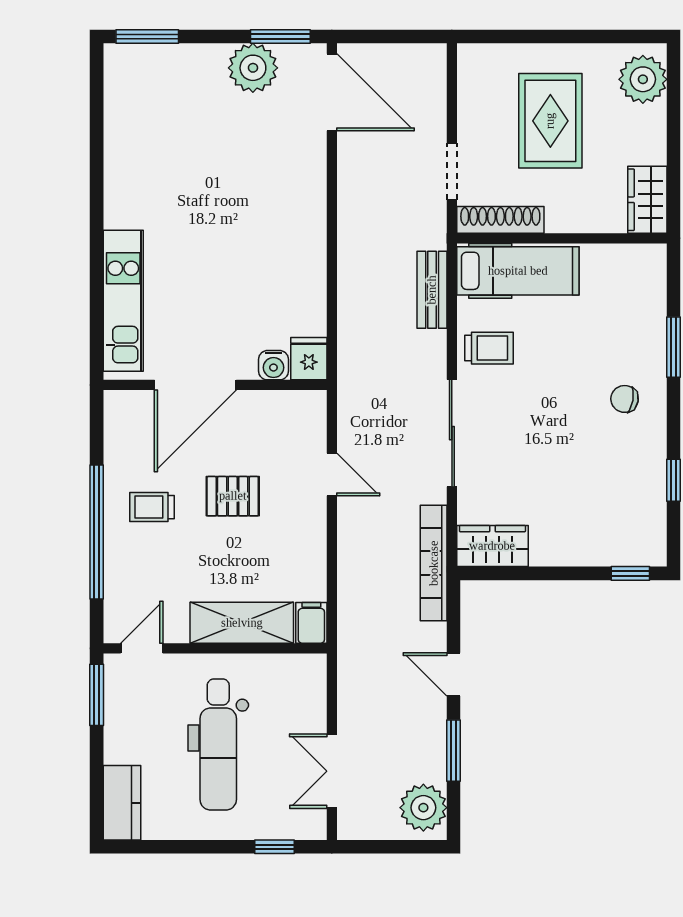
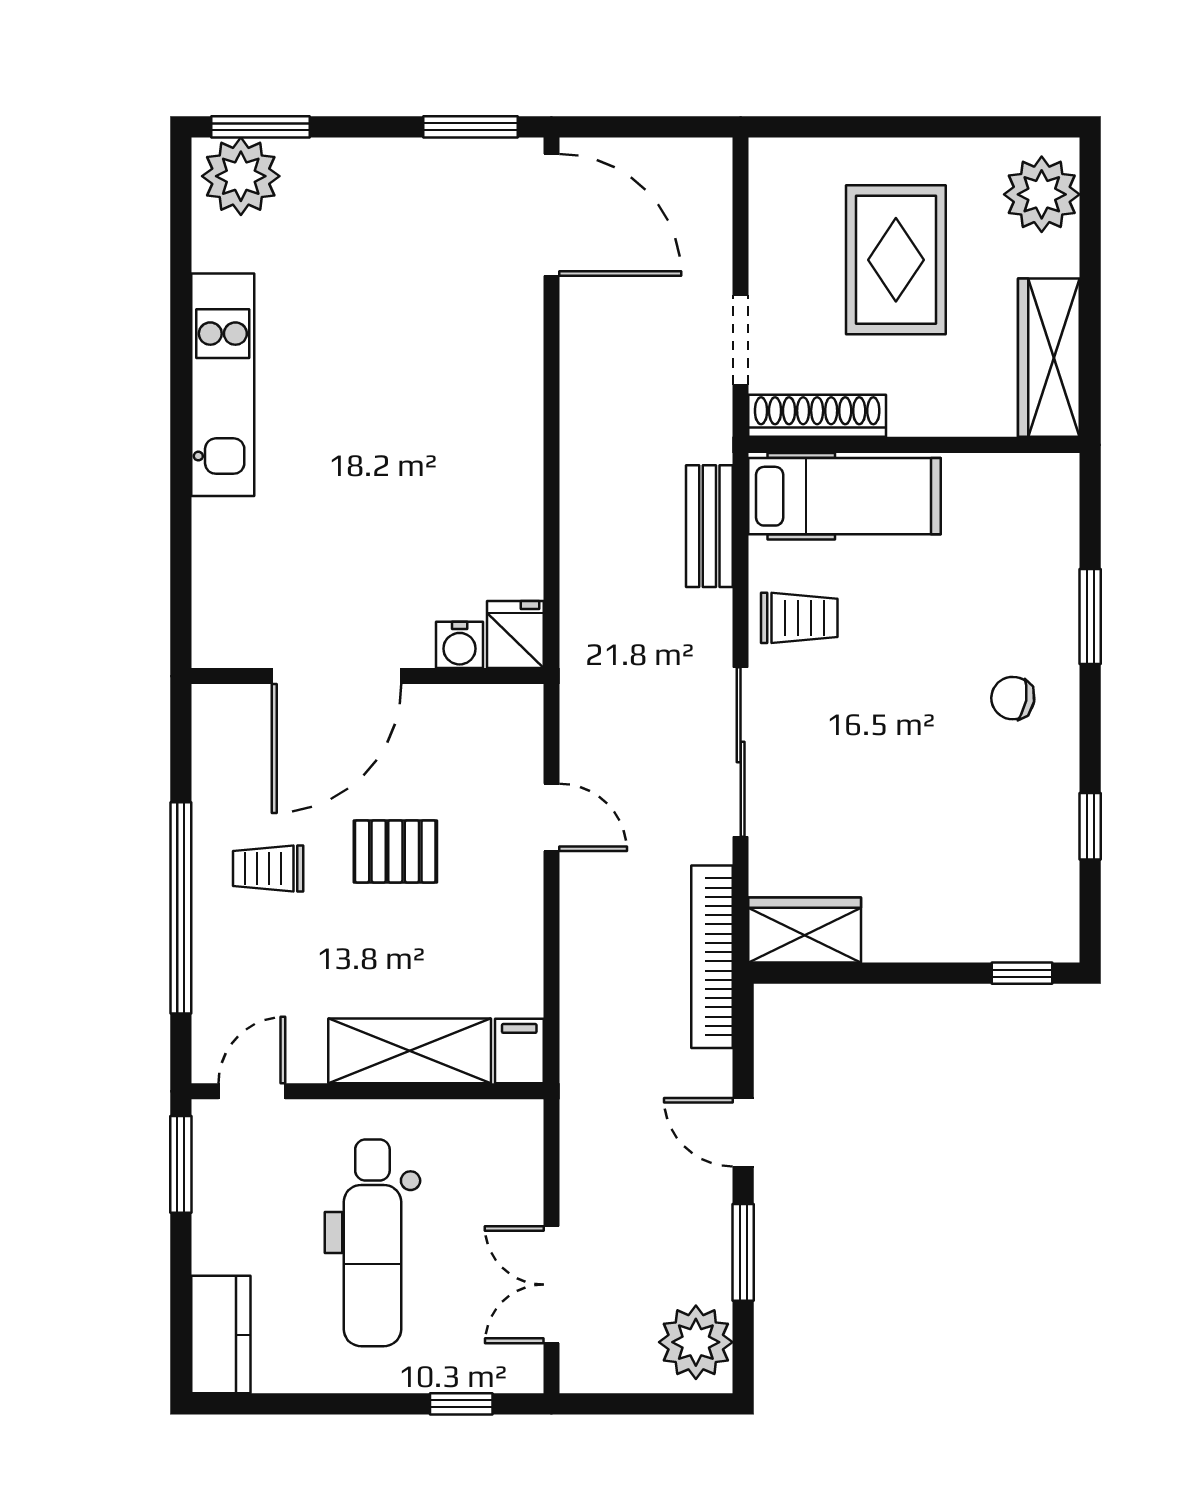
plant: (253, 68) -> (241, 176), moved
wardrobe: (647, 200) -> (1049, 358), width x1.50
kitchen unit: (123, 301) -> (223, 385), moved

